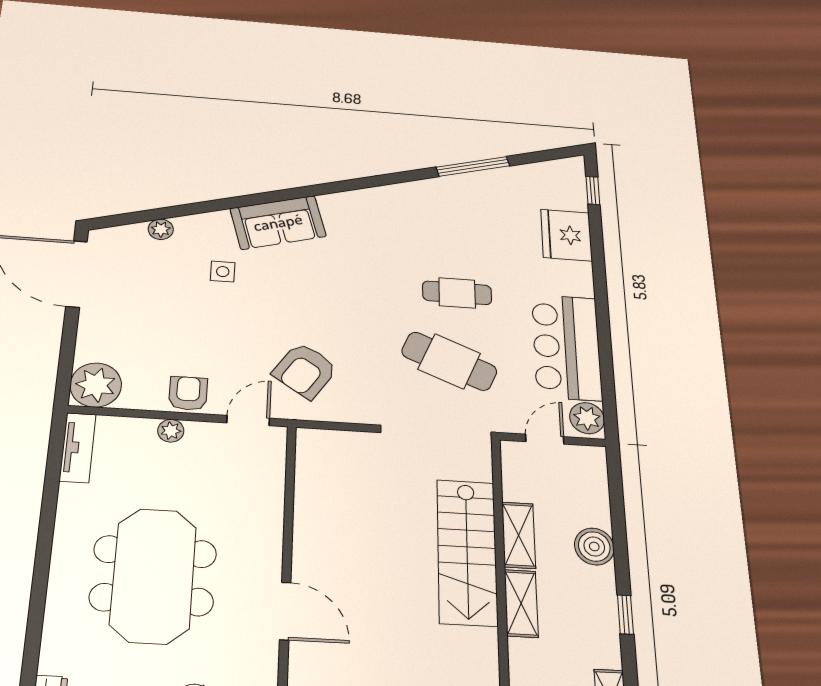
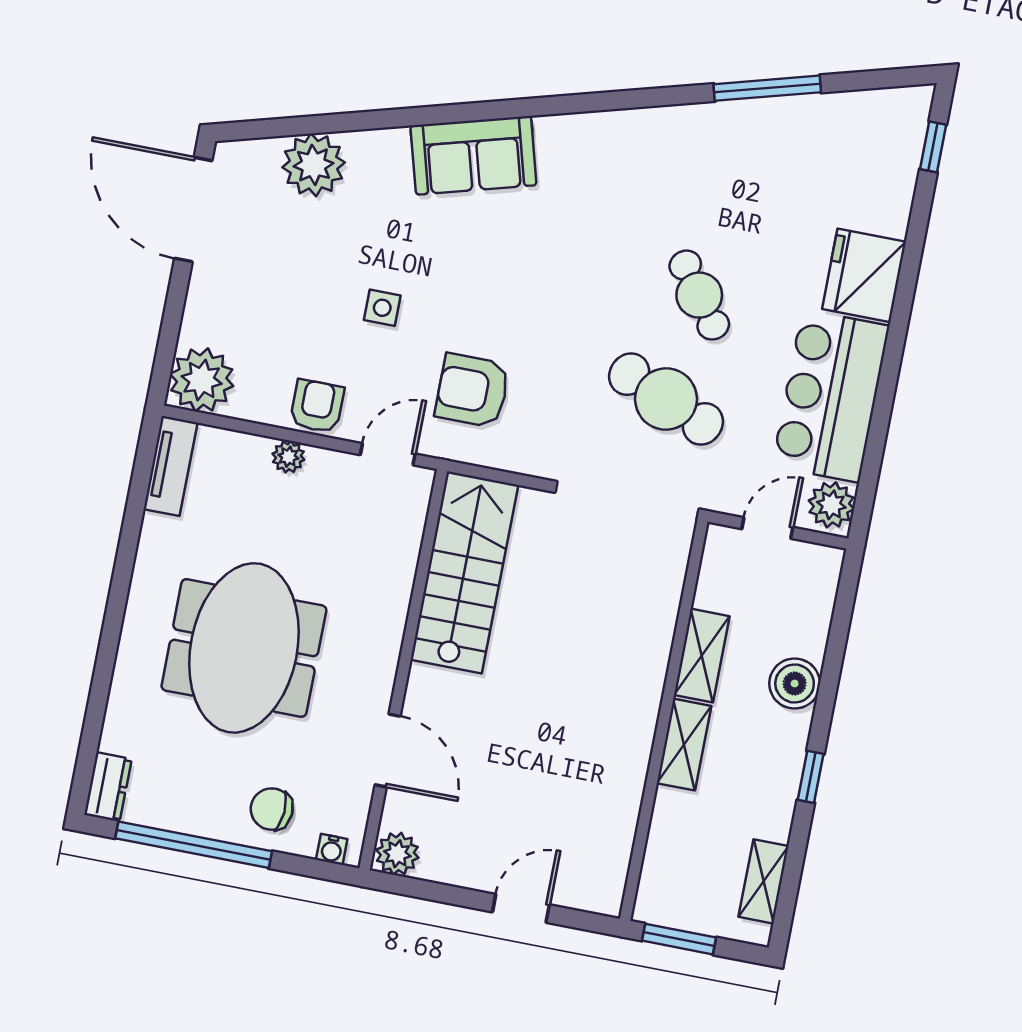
plant: (161, 229) -> (314, 165), width x1.88, depth x1.88
fridge: (566, 235) -> (864, 275), moved
side table: (223, 272) -> (382, 308), moved
cafe table: (457, 293) -> (699, 295), turned 54
armchair: (305, 371) -> (472, 390), turned 56
stairs: (467, 552) -> (464, 572), moved, turned 180
door: (285, 611) -> (388, 750), moved

